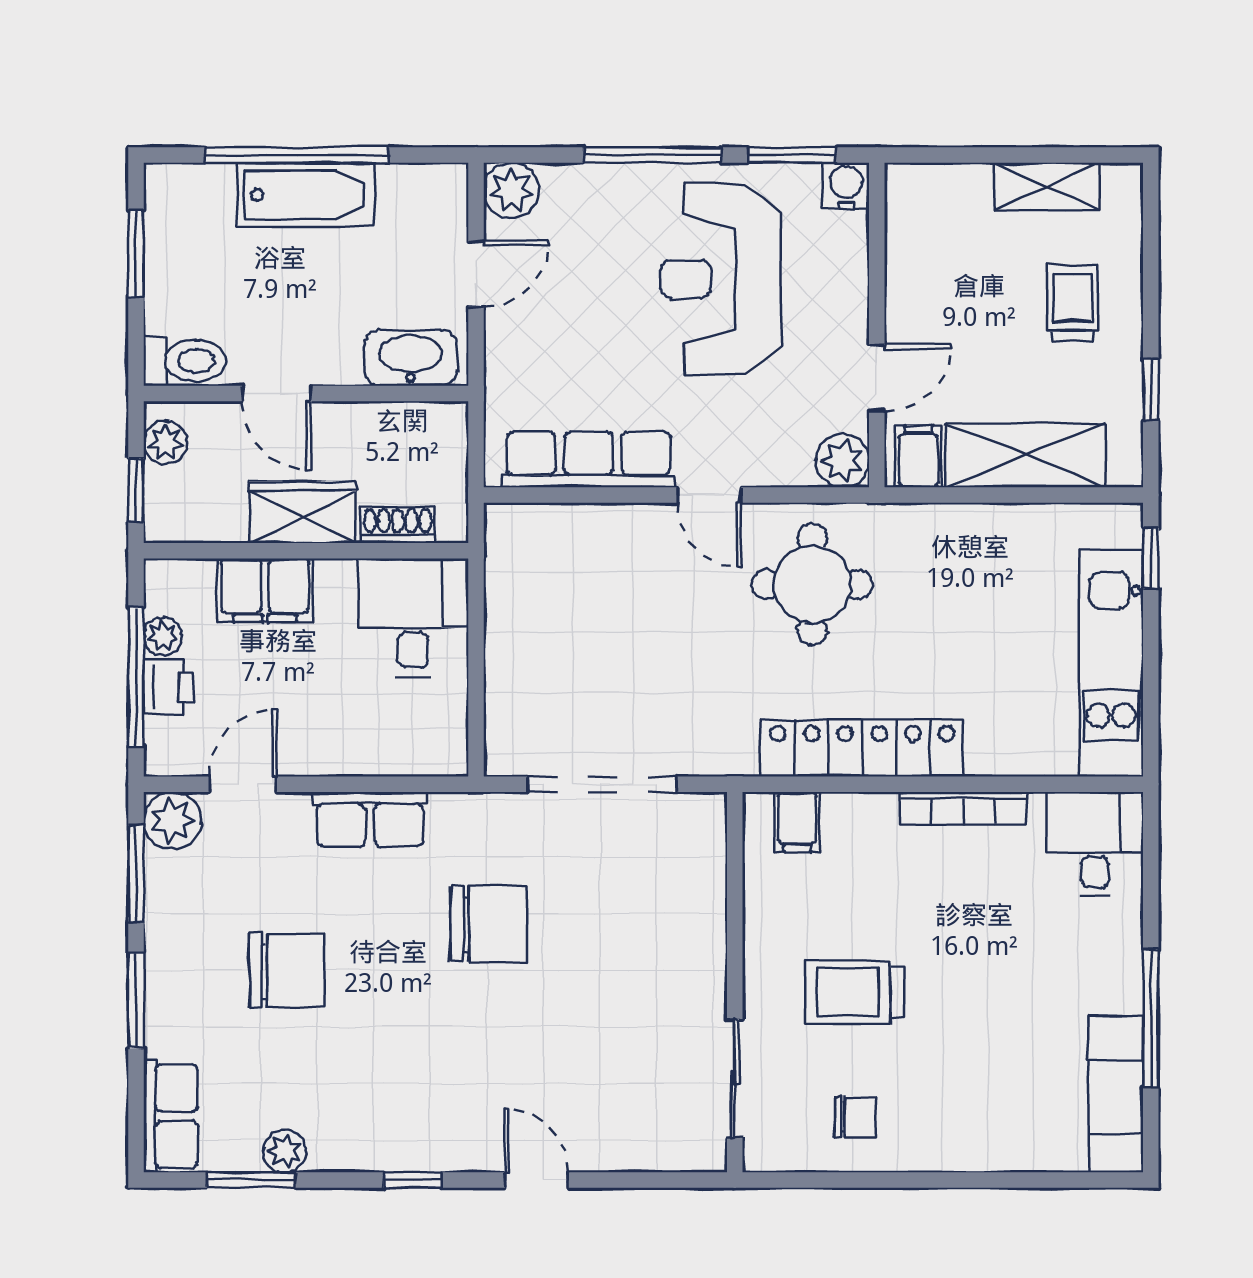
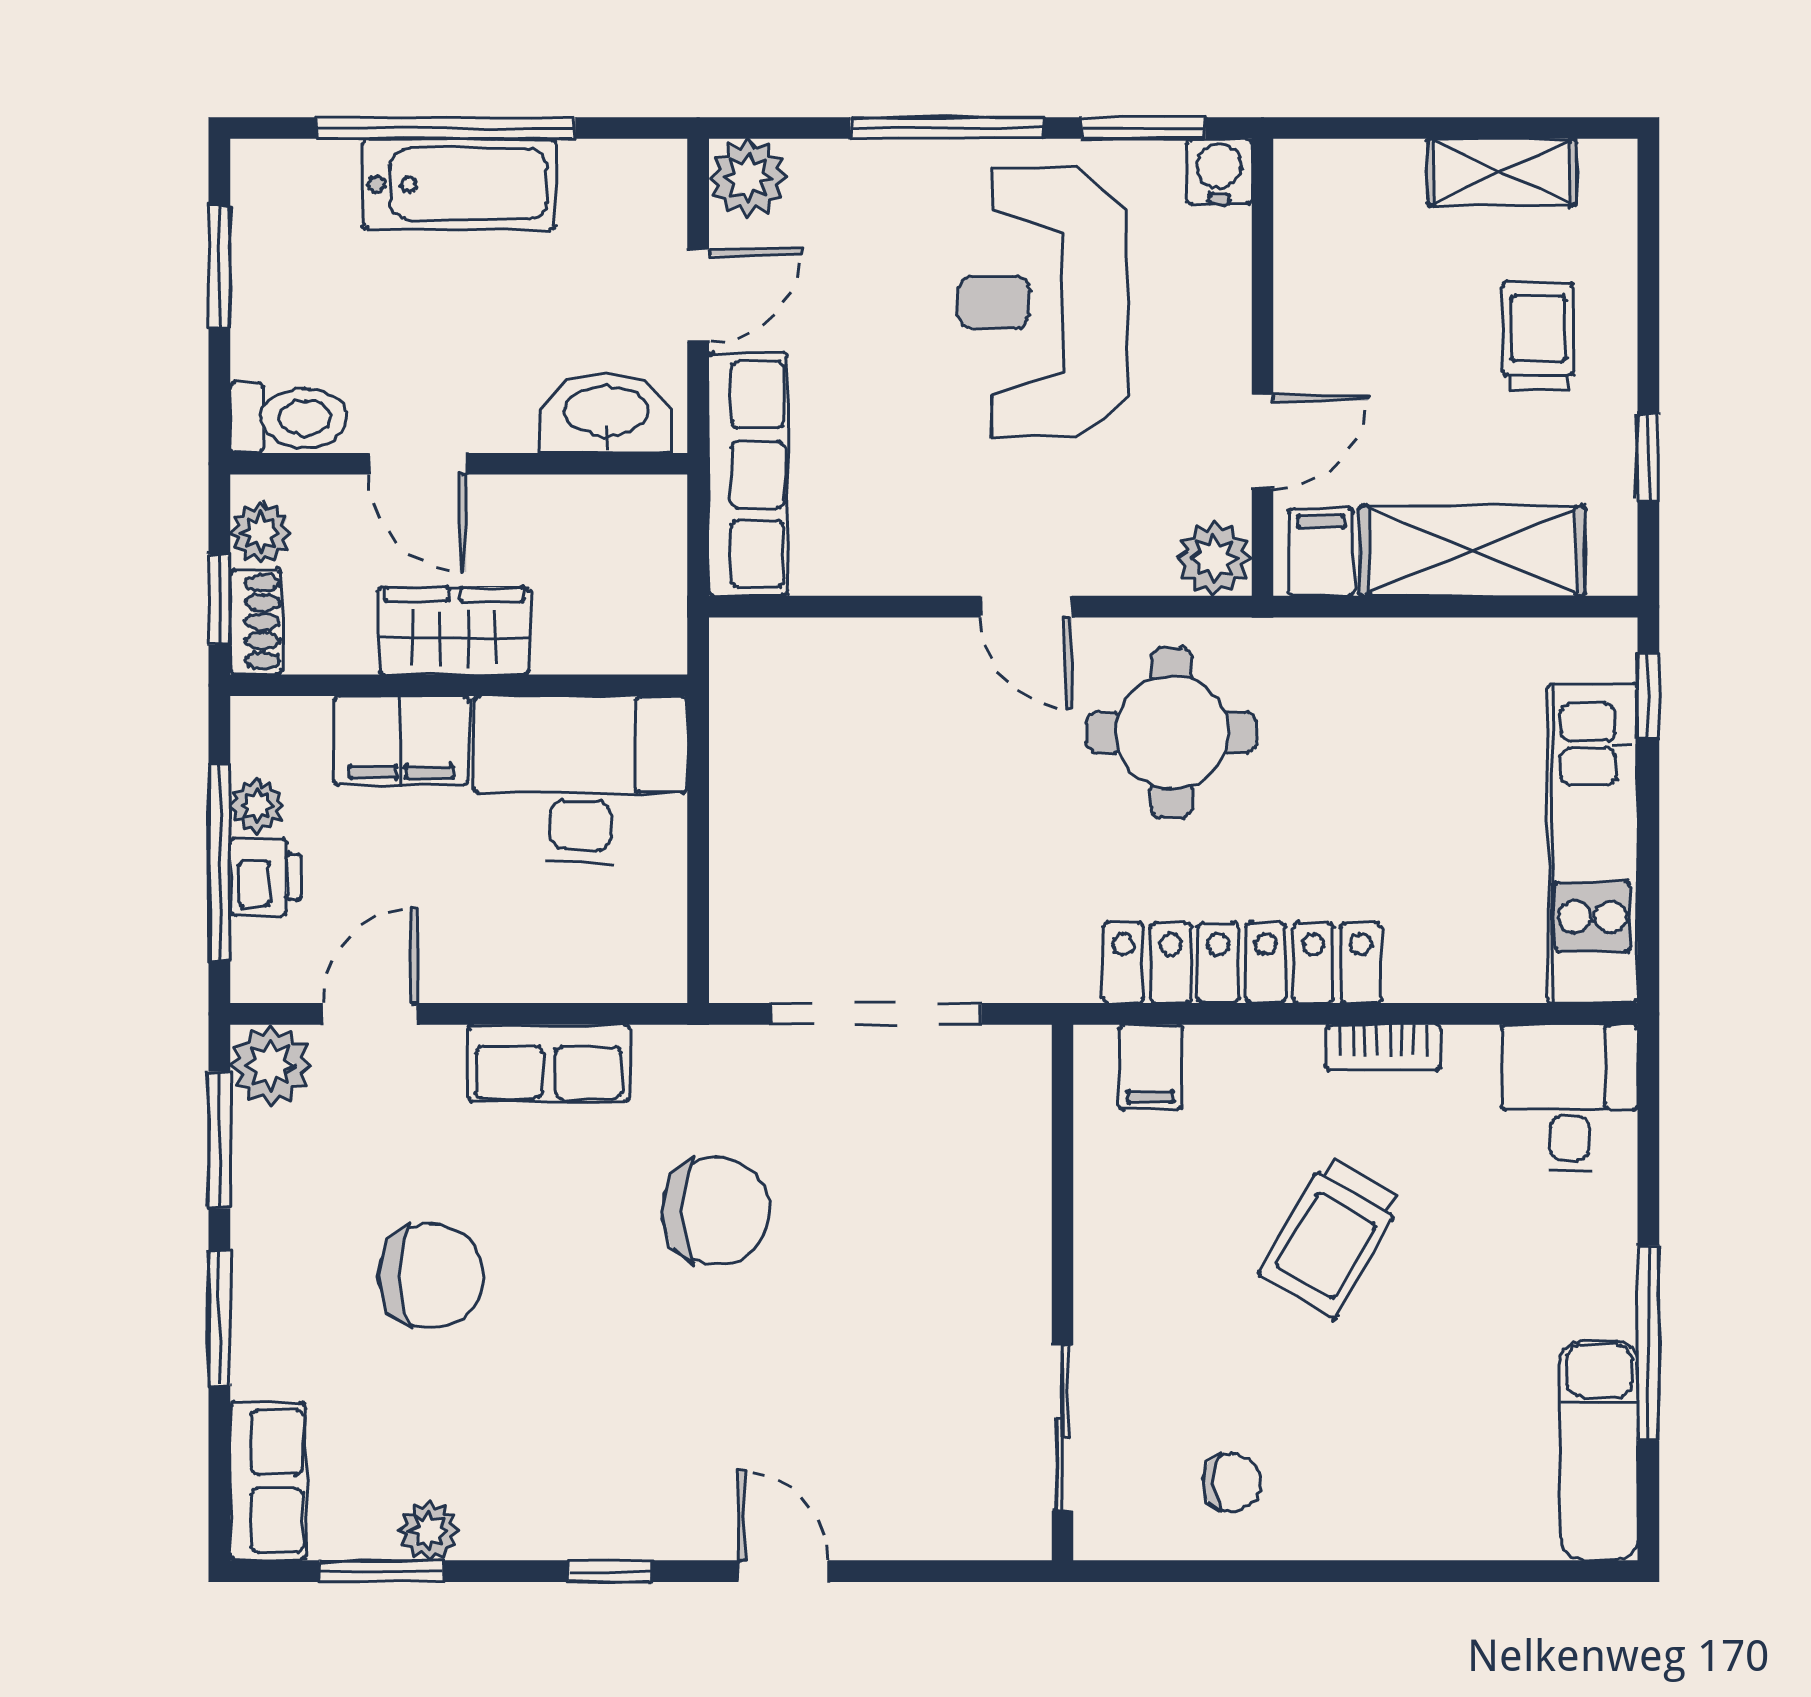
row of seats: (588, 459) -> (748, 474), moved, turned 90
shoe rack: (398, 525) -> (256, 622), moved, turned 90
desk: (413, 618) -> (581, 780), width x1.37
bookcase: (963, 808) -> (1383, 1048), width x0.64
trolley: (854, 992) -> (1331, 1237), moved, turned -60

